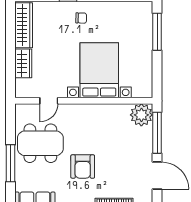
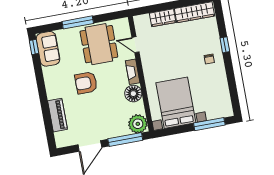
bed with nightstands: (99, 70) -> (176, 103), moved, turned -90
fireplace: (80, 110) -> (133, 72), added
floor lamp: (105, 114) -> (133, 94), added

